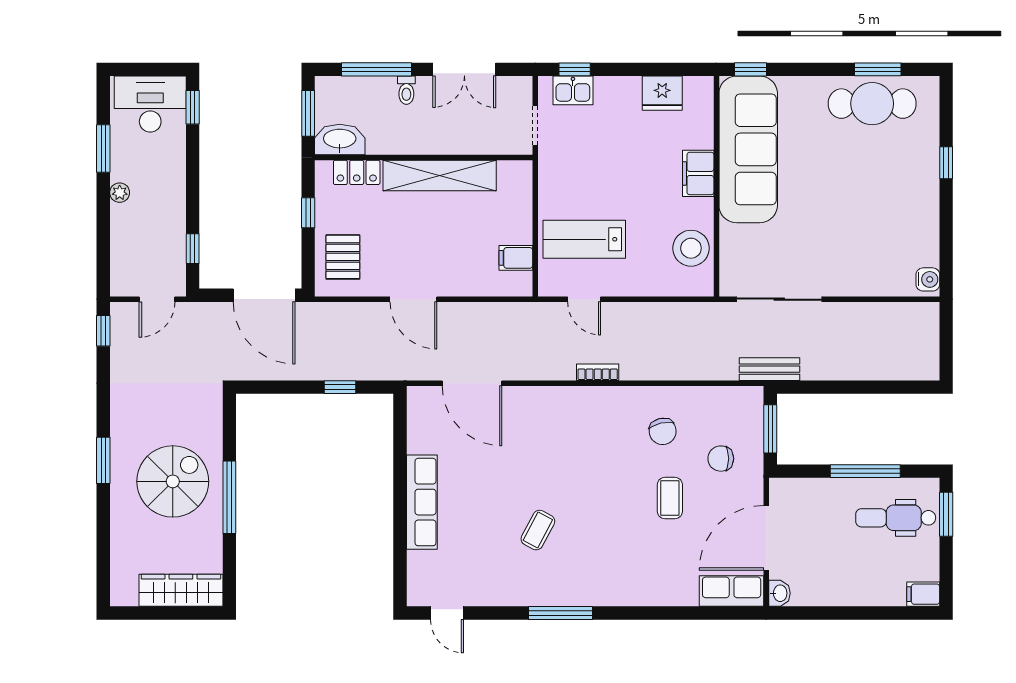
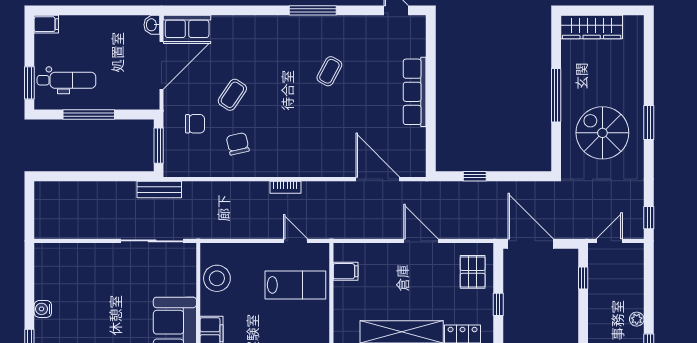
water cooler: (928, 279) -> (43, 309), moved
spiral stairs: (173, 481) -> (602, 133), moved, turned 90
coffee table: (670, 498) -> (232, 95), turned 34

